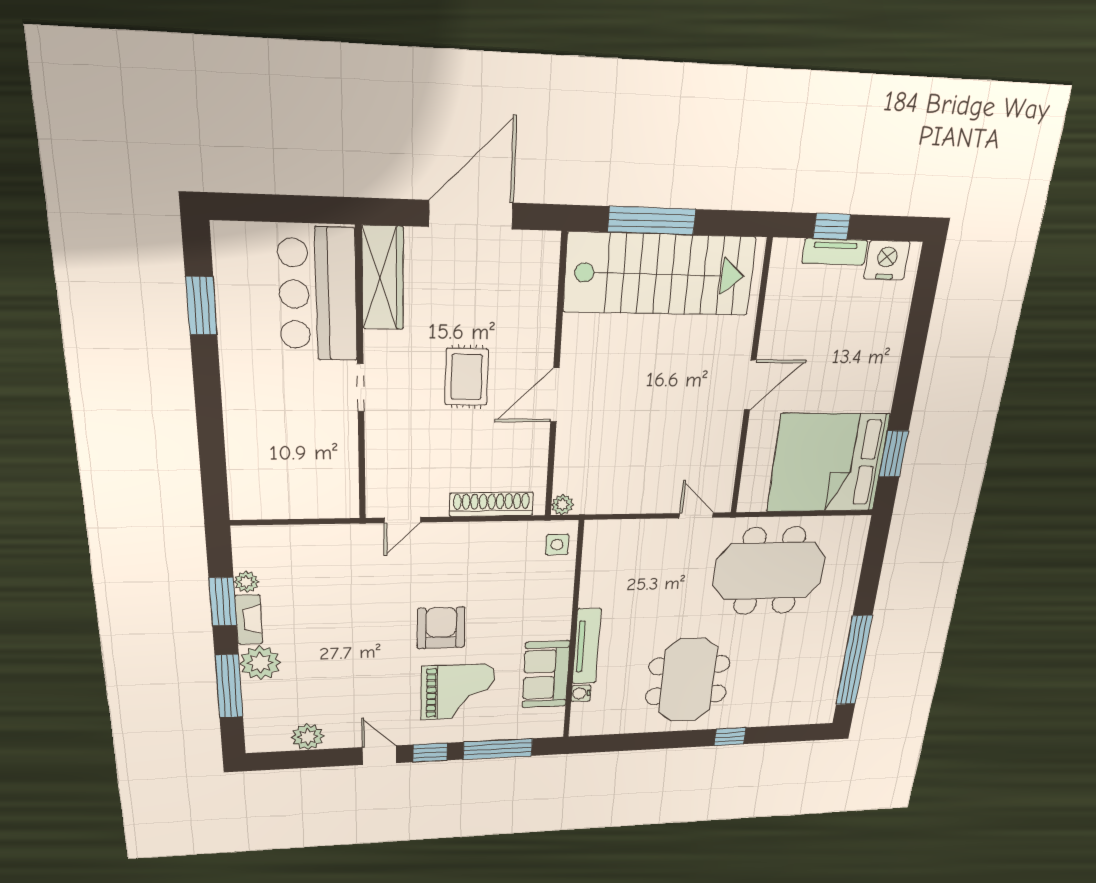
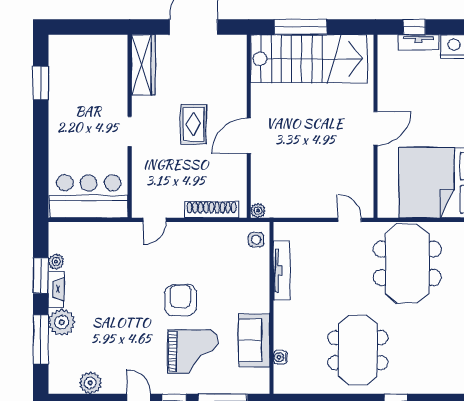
bar counter: (318, 295) -> (89, 196), moved, turned 90
meeting table: (769, 571) -> (407, 263), turned 90
tv unit: (587, 646) -> (282, 270), moved

